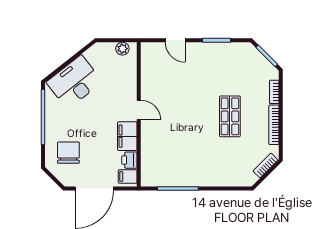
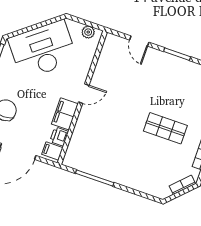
desk: (74, 82) -> (43, 50), width x1.36, depth x1.30
door: (139, 110) -> (84, 94), hinge flipped
shop shelf: (230, 116) -> (165, 128), turned 90

